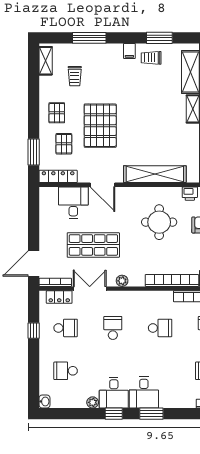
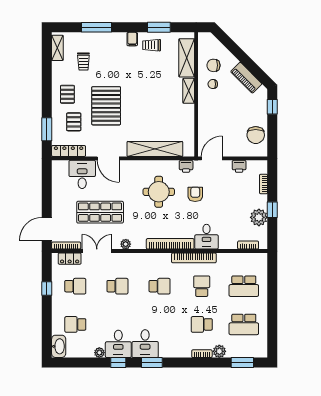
school desk: (113, 328) -> (117, 286), turned 90
washbasin: (45, 401) -> (59, 346), width x1.91, depth x1.45

